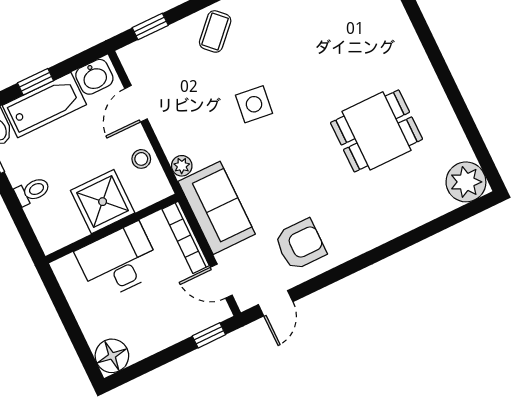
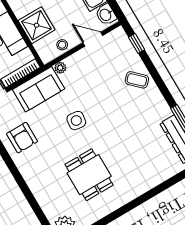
side table: (254, 104) -> (76, 121), moved

